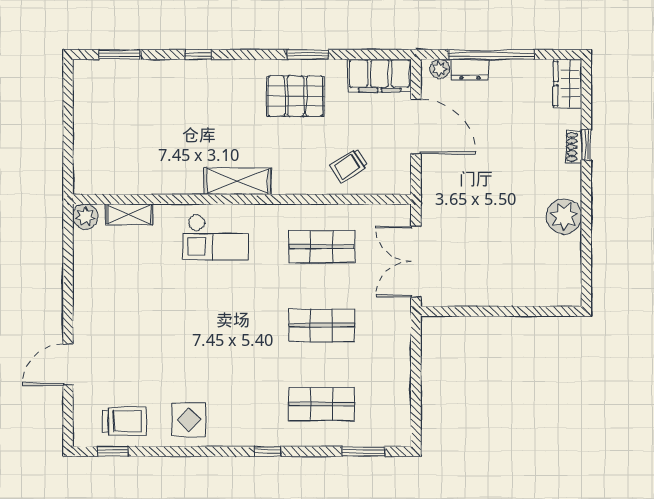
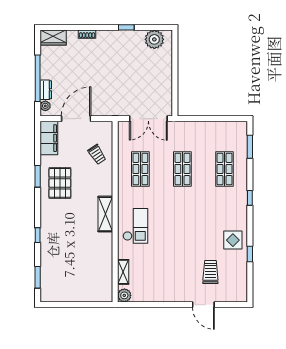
window: (586, 145) -> (126, 27), moved
plant: (564, 216) -> (154, 39), moved
trolley: (124, 421) -> (210, 272), moved
window: (113, 451) -> (250, 254), moved

